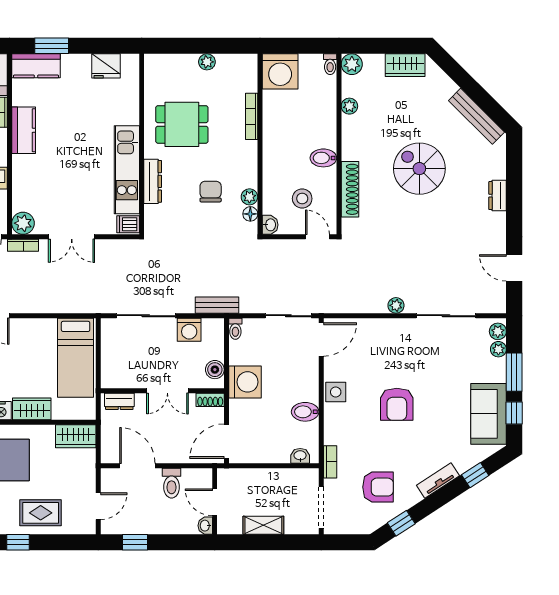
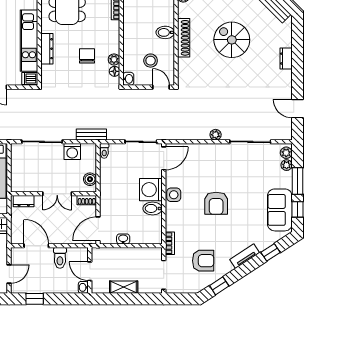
shoe rack: (350, 189) -> (184, 38), moved
washing machine: (245, 382) -> (151, 190), moved, turned 180
washbasin: (300, 456) -> (123, 239), moved

